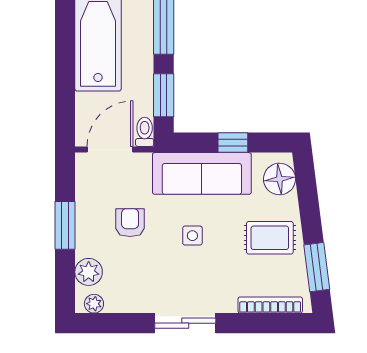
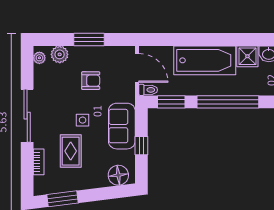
sofa: (202, 173) -> (122, 126), width x0.73
rug: (270, 238) -> (71, 151), moved
bookcase: (270, 305) -> (39, 162), width x0.64
sliding door: (185, 323) -> (27, 116), width x1.37

